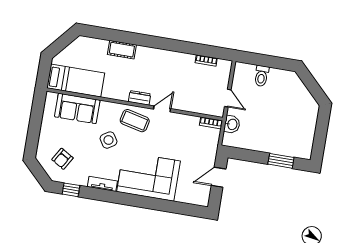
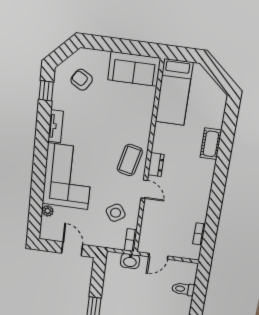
sofa: (77, 108) -> (134, 69), moved, turned -90
side table: (108, 140) -> (116, 213), moved
plant: (181, 197) -> (48, 211), added

